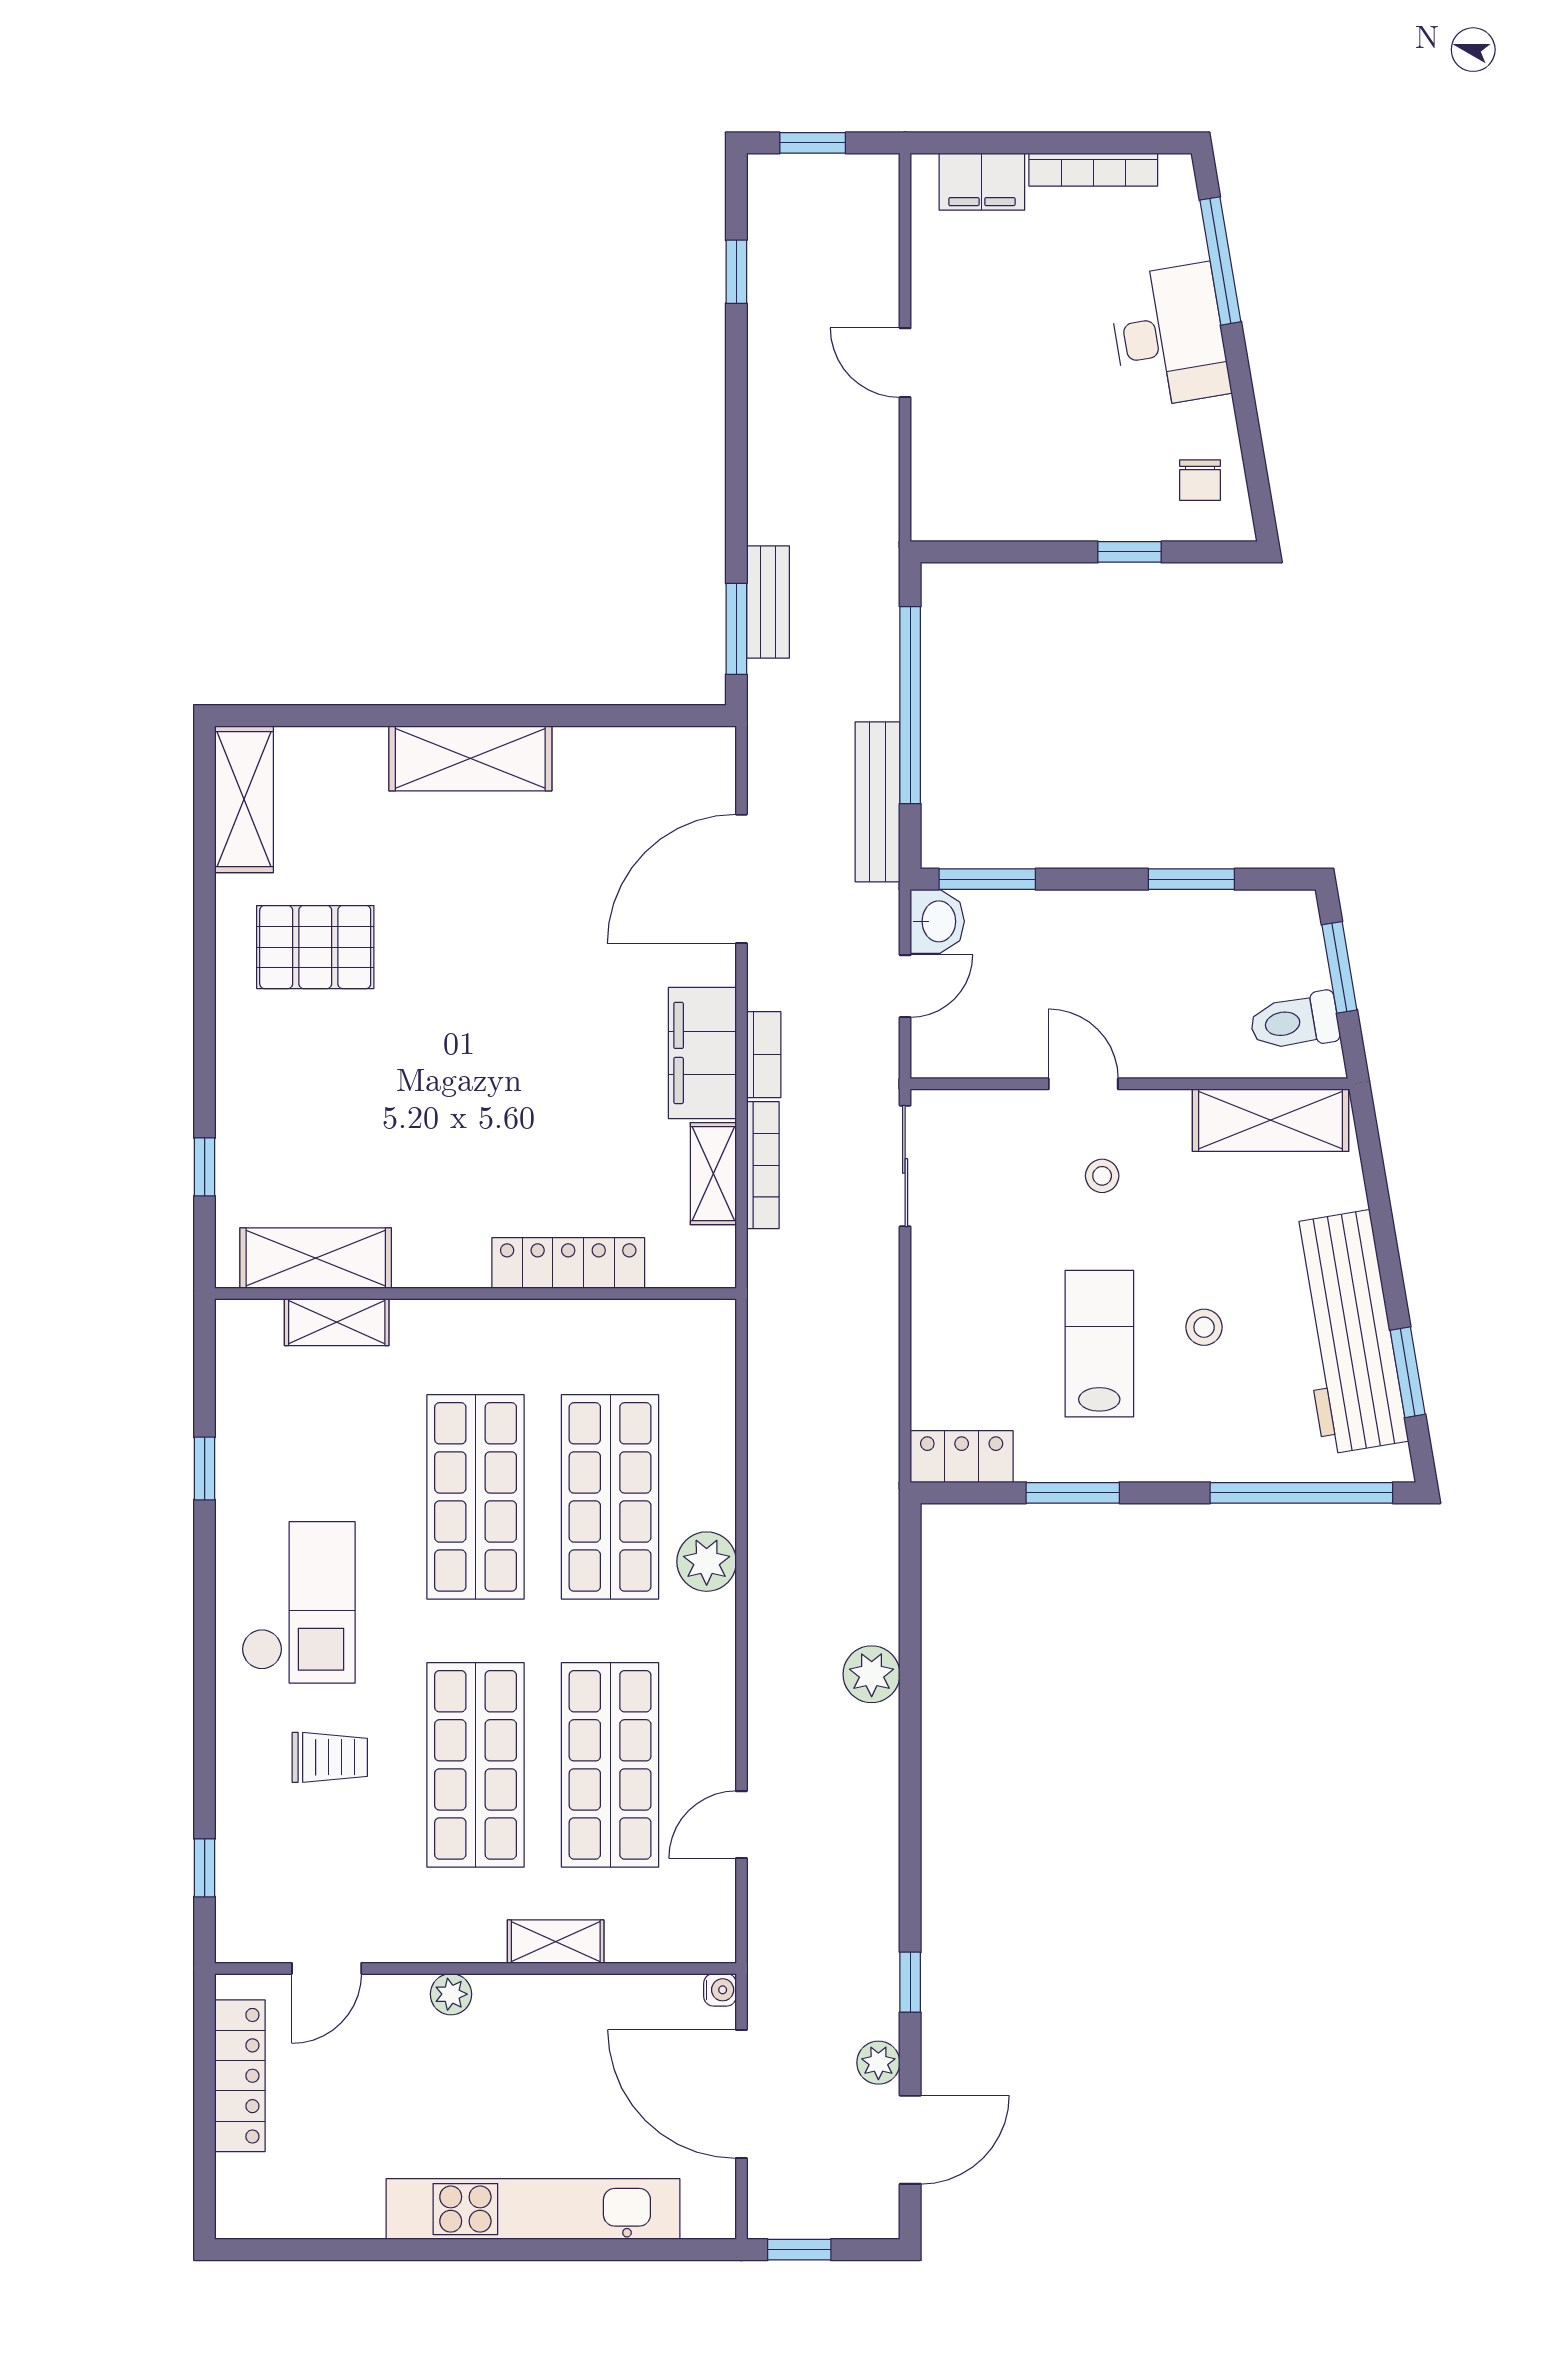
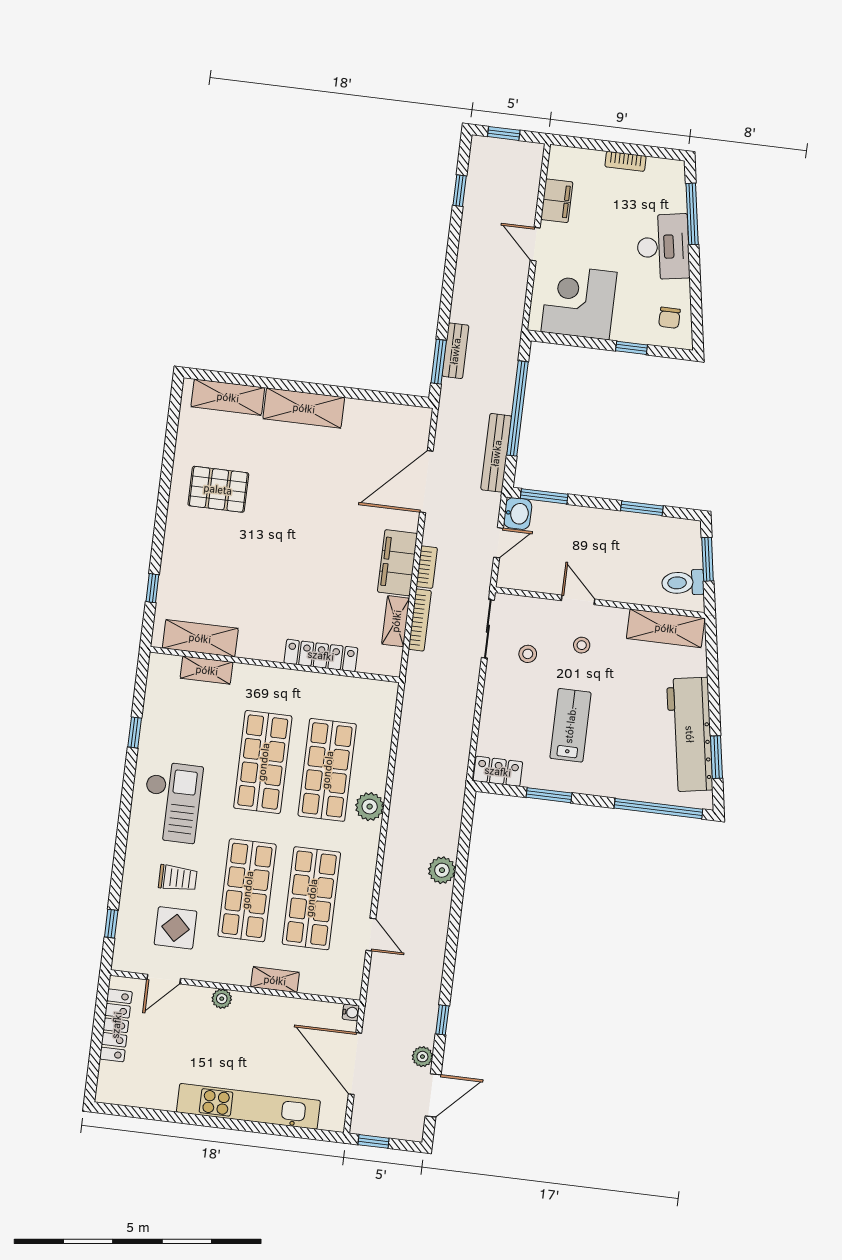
bookcase: (1093, 170) -> (625, 161), width x0.64
filing cabinet: (982, 182) -> (557, 201), moved, turned -90
corner desk: (1010, 471) -> (579, 302), added
shelving: (244, 799) -> (228, 397), moved, turned 90
stool: (1204, 1327) -> (528, 654), moved
door: (741, 1825) -> (371, 935), swing flipped
display table: (338, 1860) -> (175, 928), added

